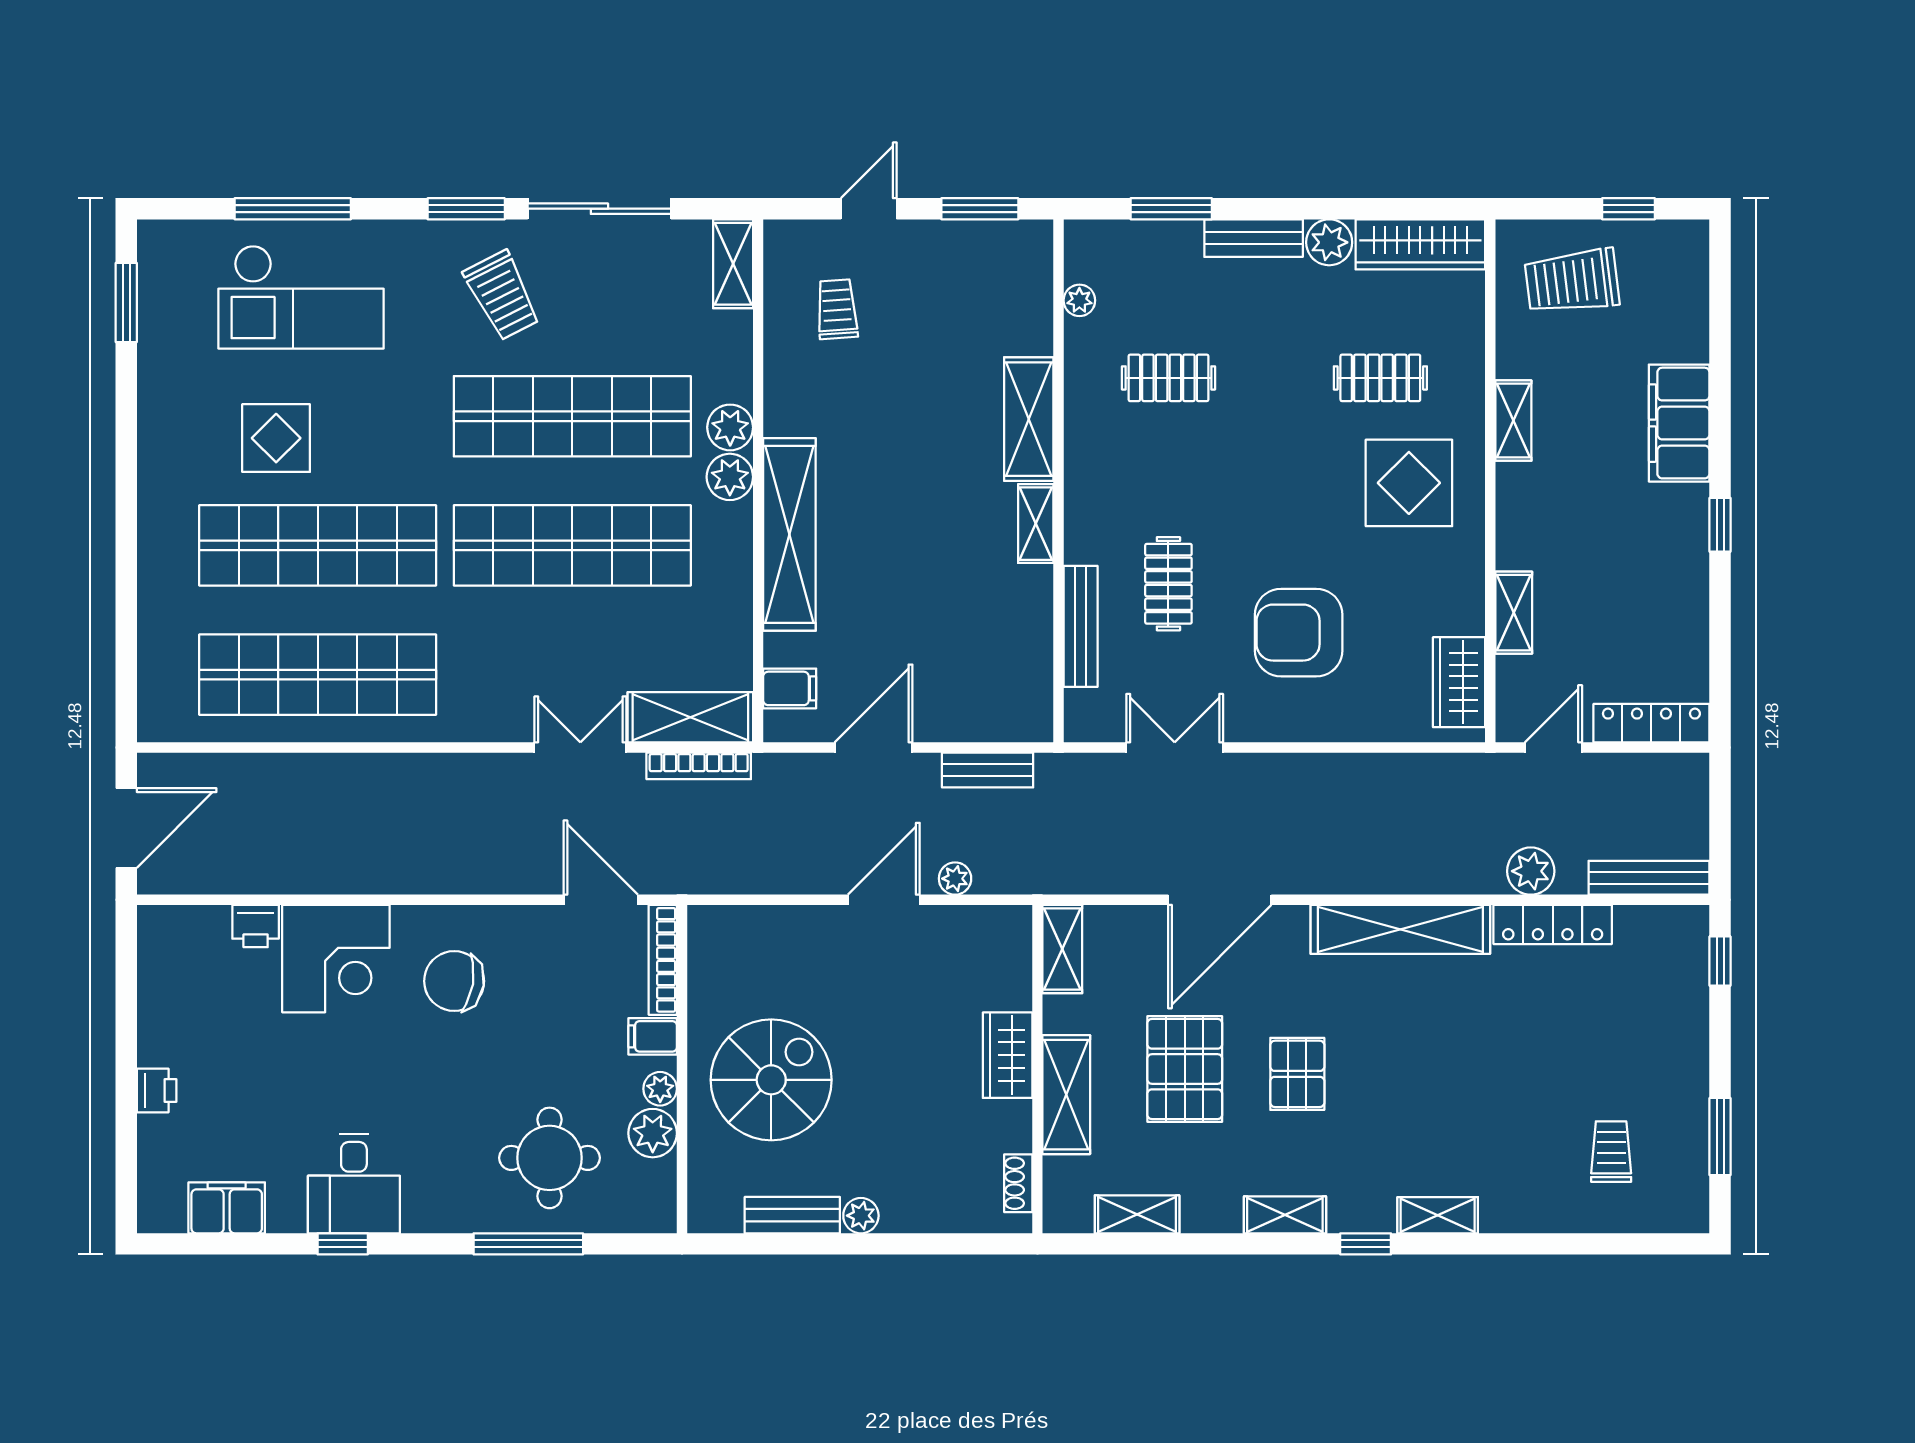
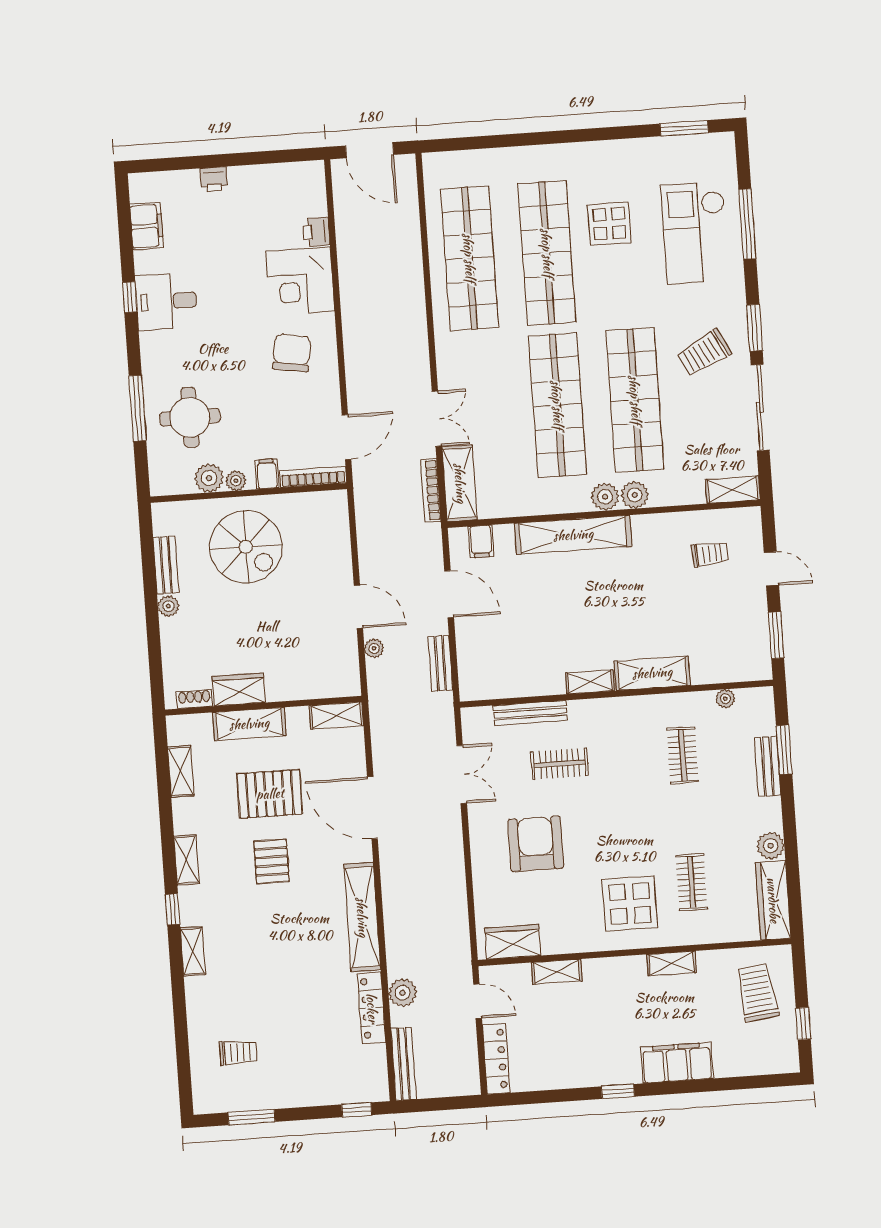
bench: (1254, 238) -> (768, 766), moved
wardrobe: (1008, 1055) -> (239, 689), moved
pallet: (1297, 1074) -> (271, 861), turned 90

